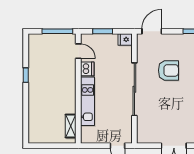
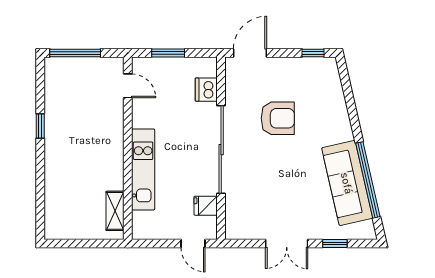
window: (57, 31) -> (75, 53), moved
fridge: (125, 39) -> (206, 206), moved
dishwasher: (87, 69) -> (206, 90), moved, turned 180

